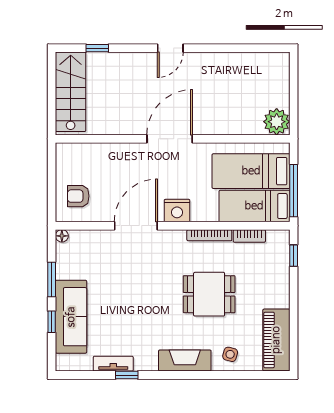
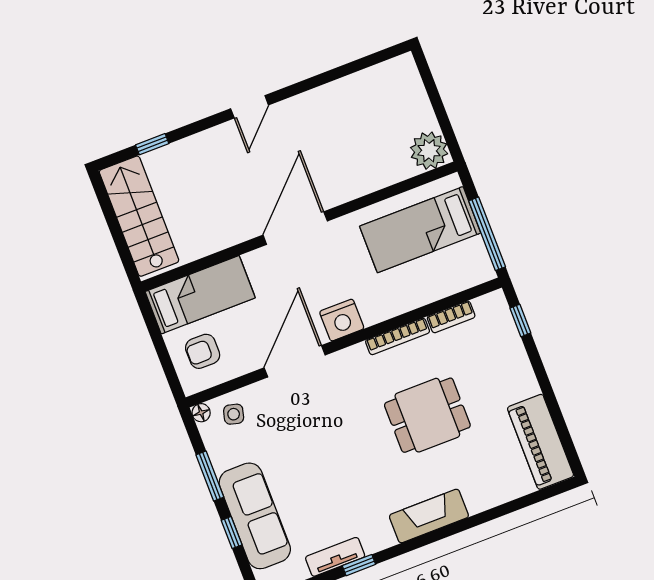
bed: (254, 206) -> (200, 295), moved, turned 180
side table: (230, 354) -> (234, 414), moved

